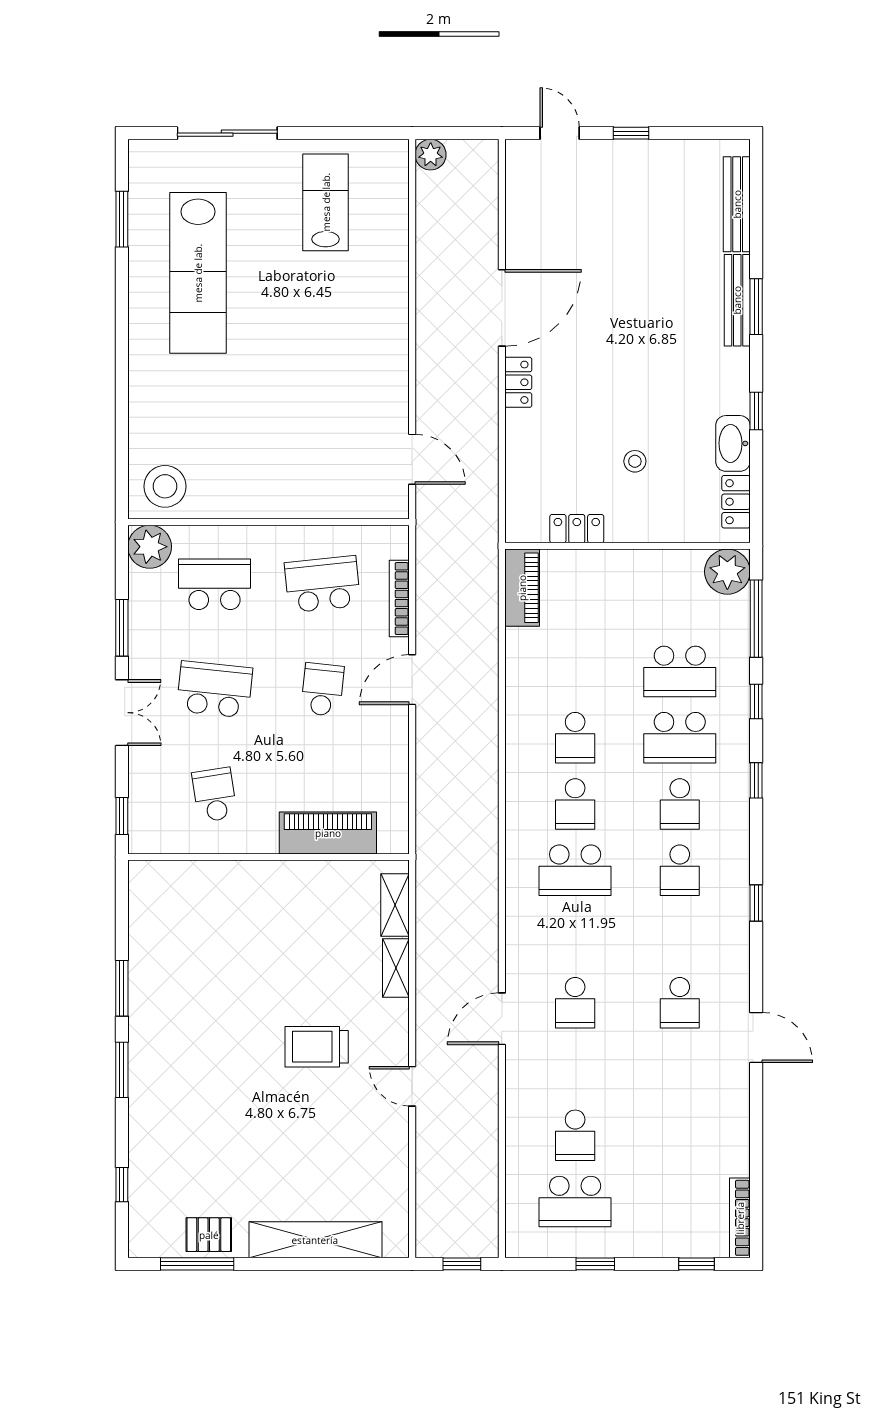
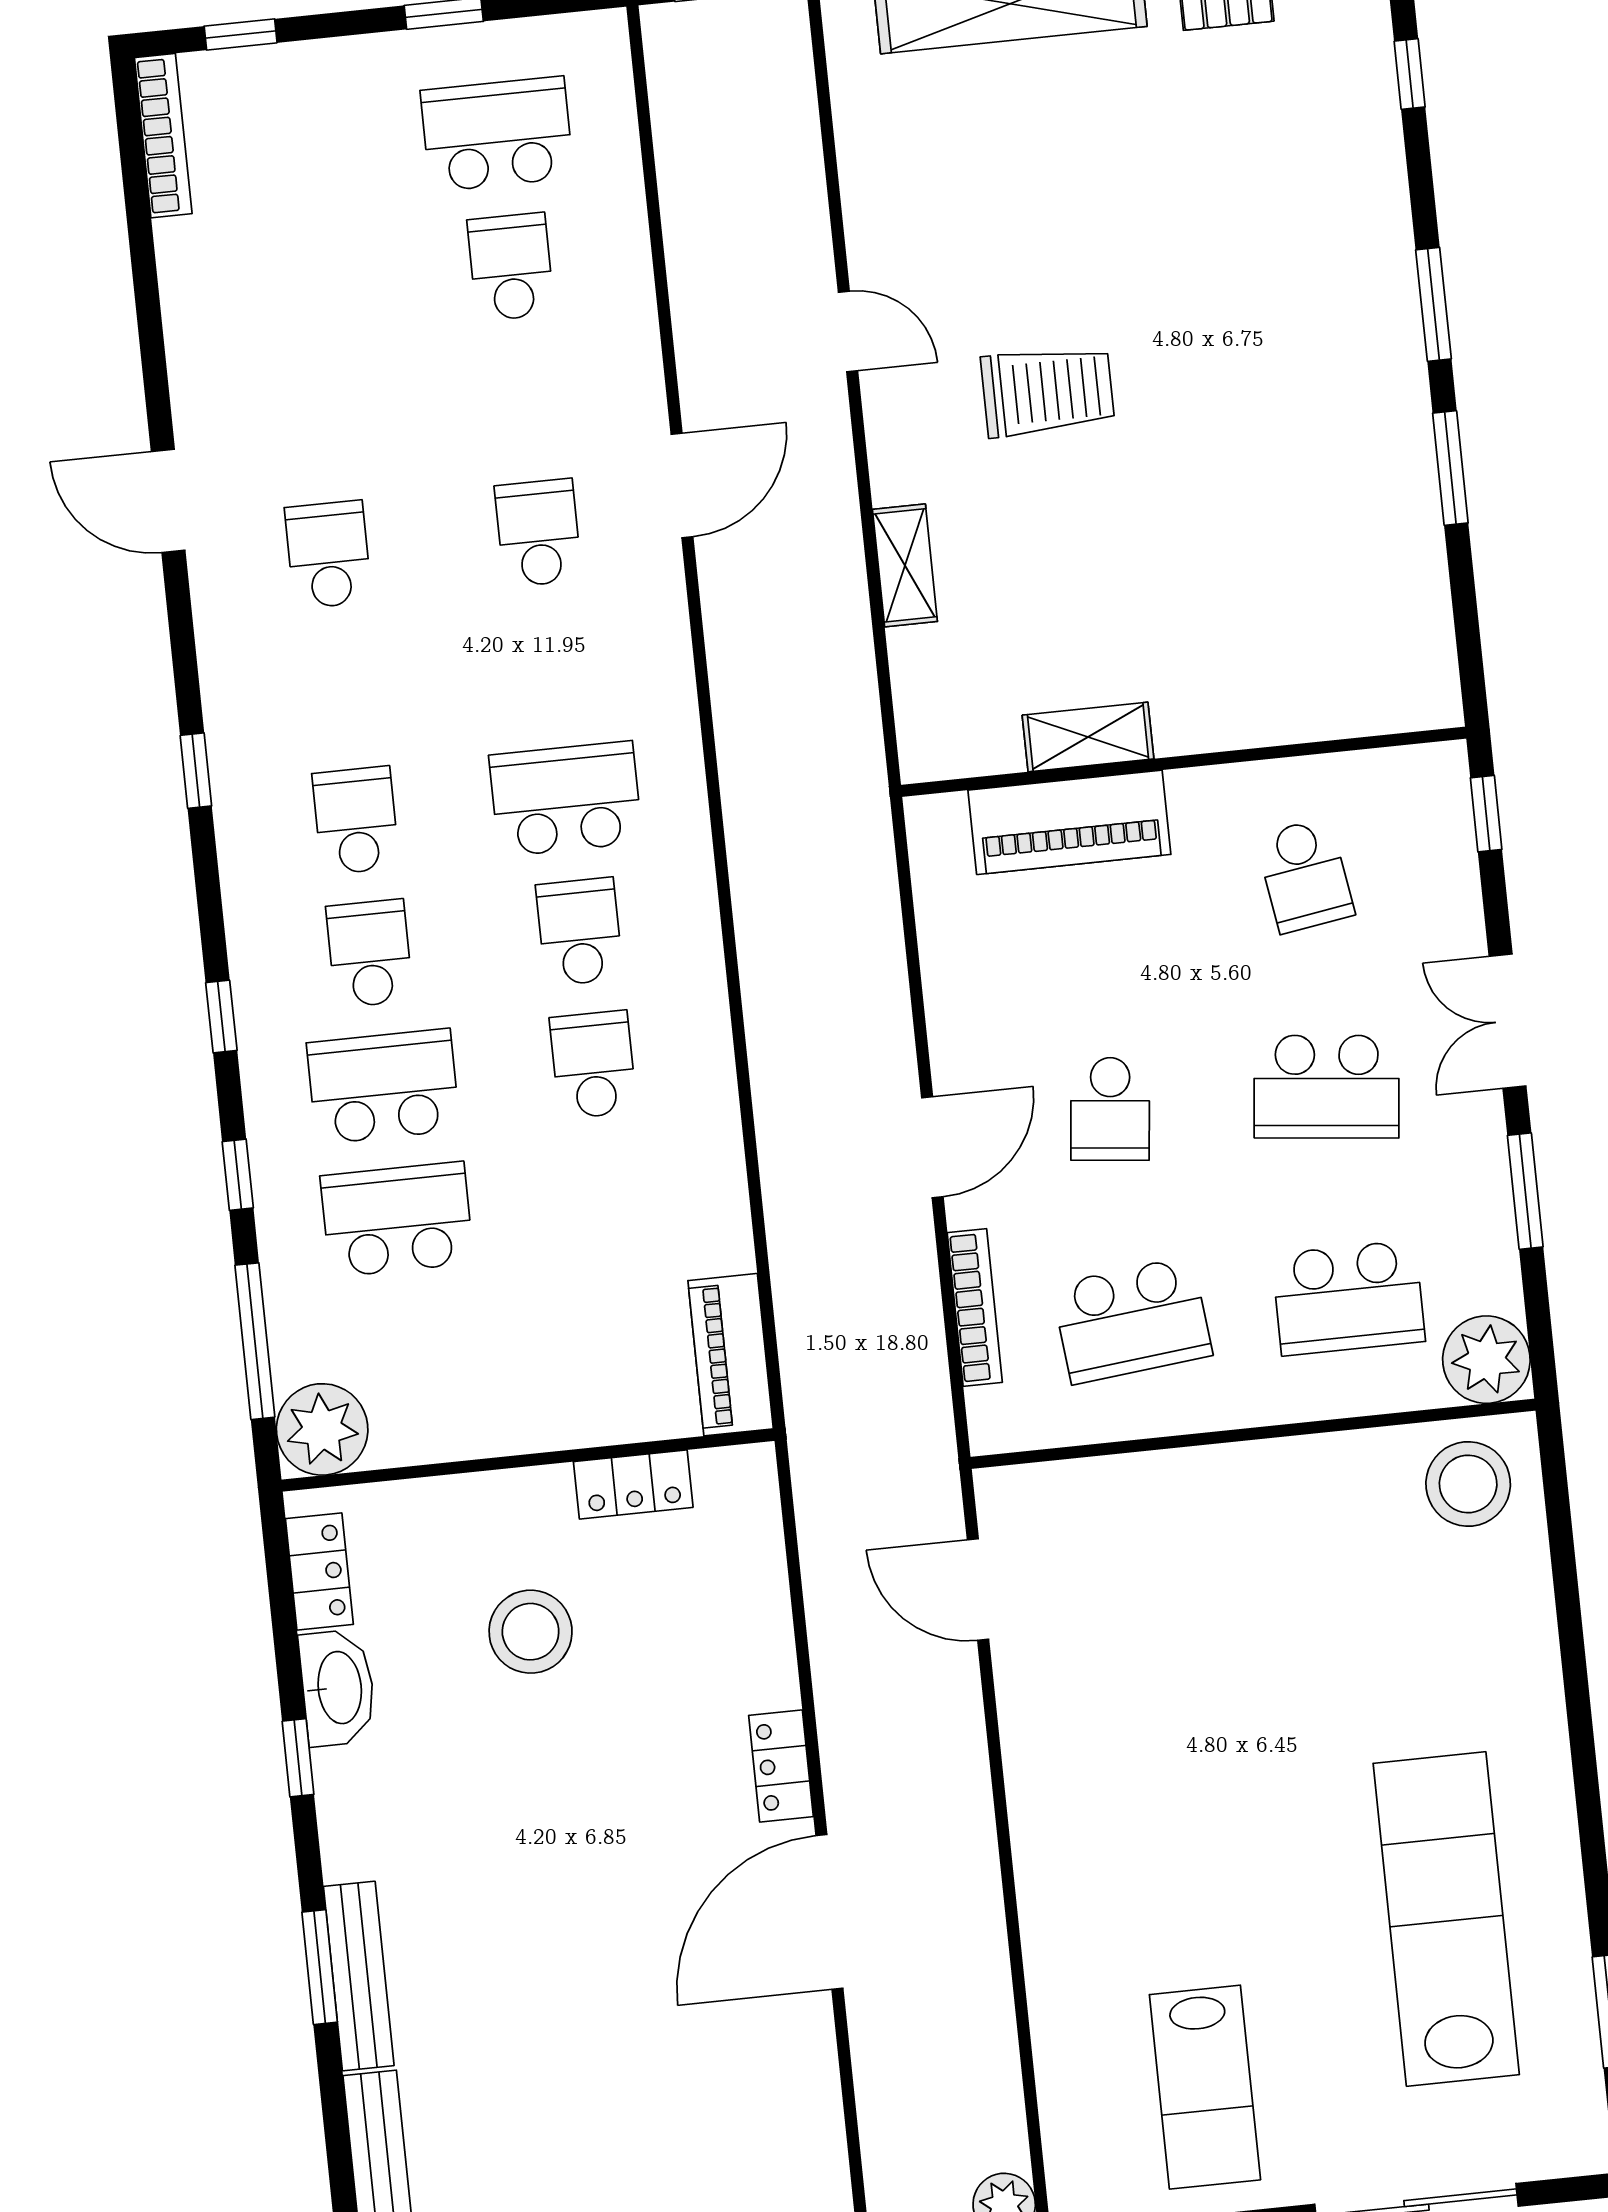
stool: (635, 461) -> (531, 1632), width x1.89, depth x1.89
shelving: (395, 905) -> (1088, 737), moved, turned 90

